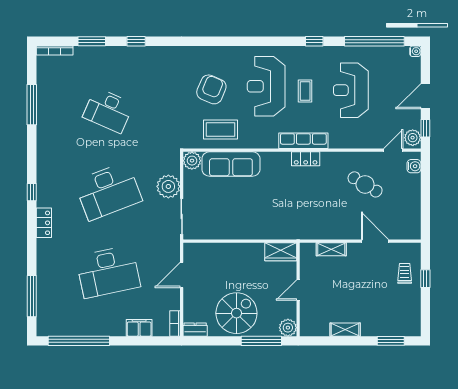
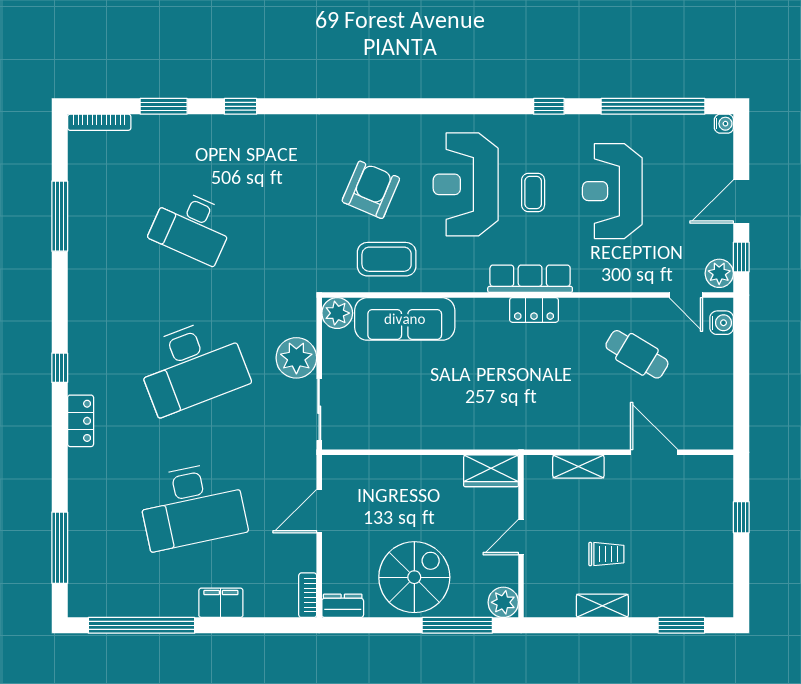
door: (393, 150) -> (686, 295), swing flipped
trolley: (405, 273) -> (606, 554), moved, turned 90
filing cabinet: (139, 328) -> (221, 603), moved

